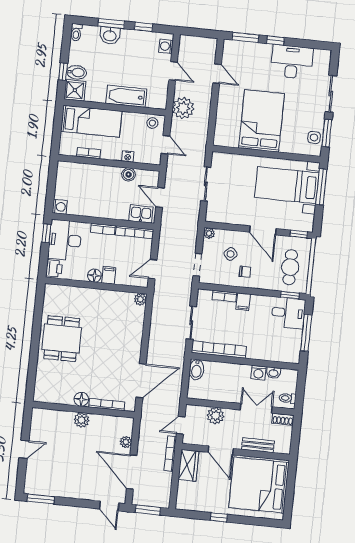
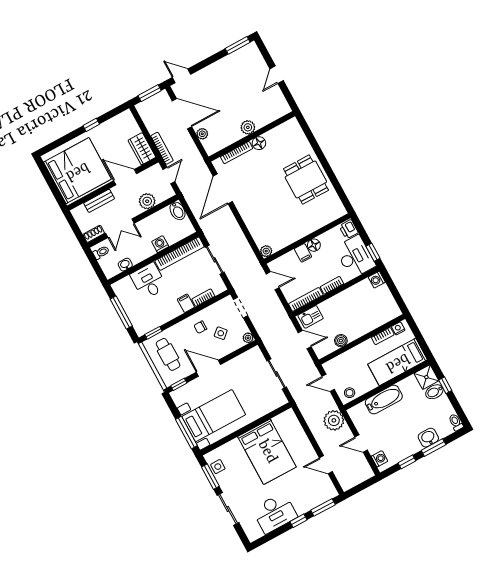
nightstand: (128, 156) -> (398, 328), moved
door: (153, 269) -> (273, 281), hinge flipped
desk: (288, 313) -> (149, 281), moved, turned 90
bidet: (197, 370) -> (177, 211), moved, turned 180
washing machine: (259, 373) -> (160, 244), moved

